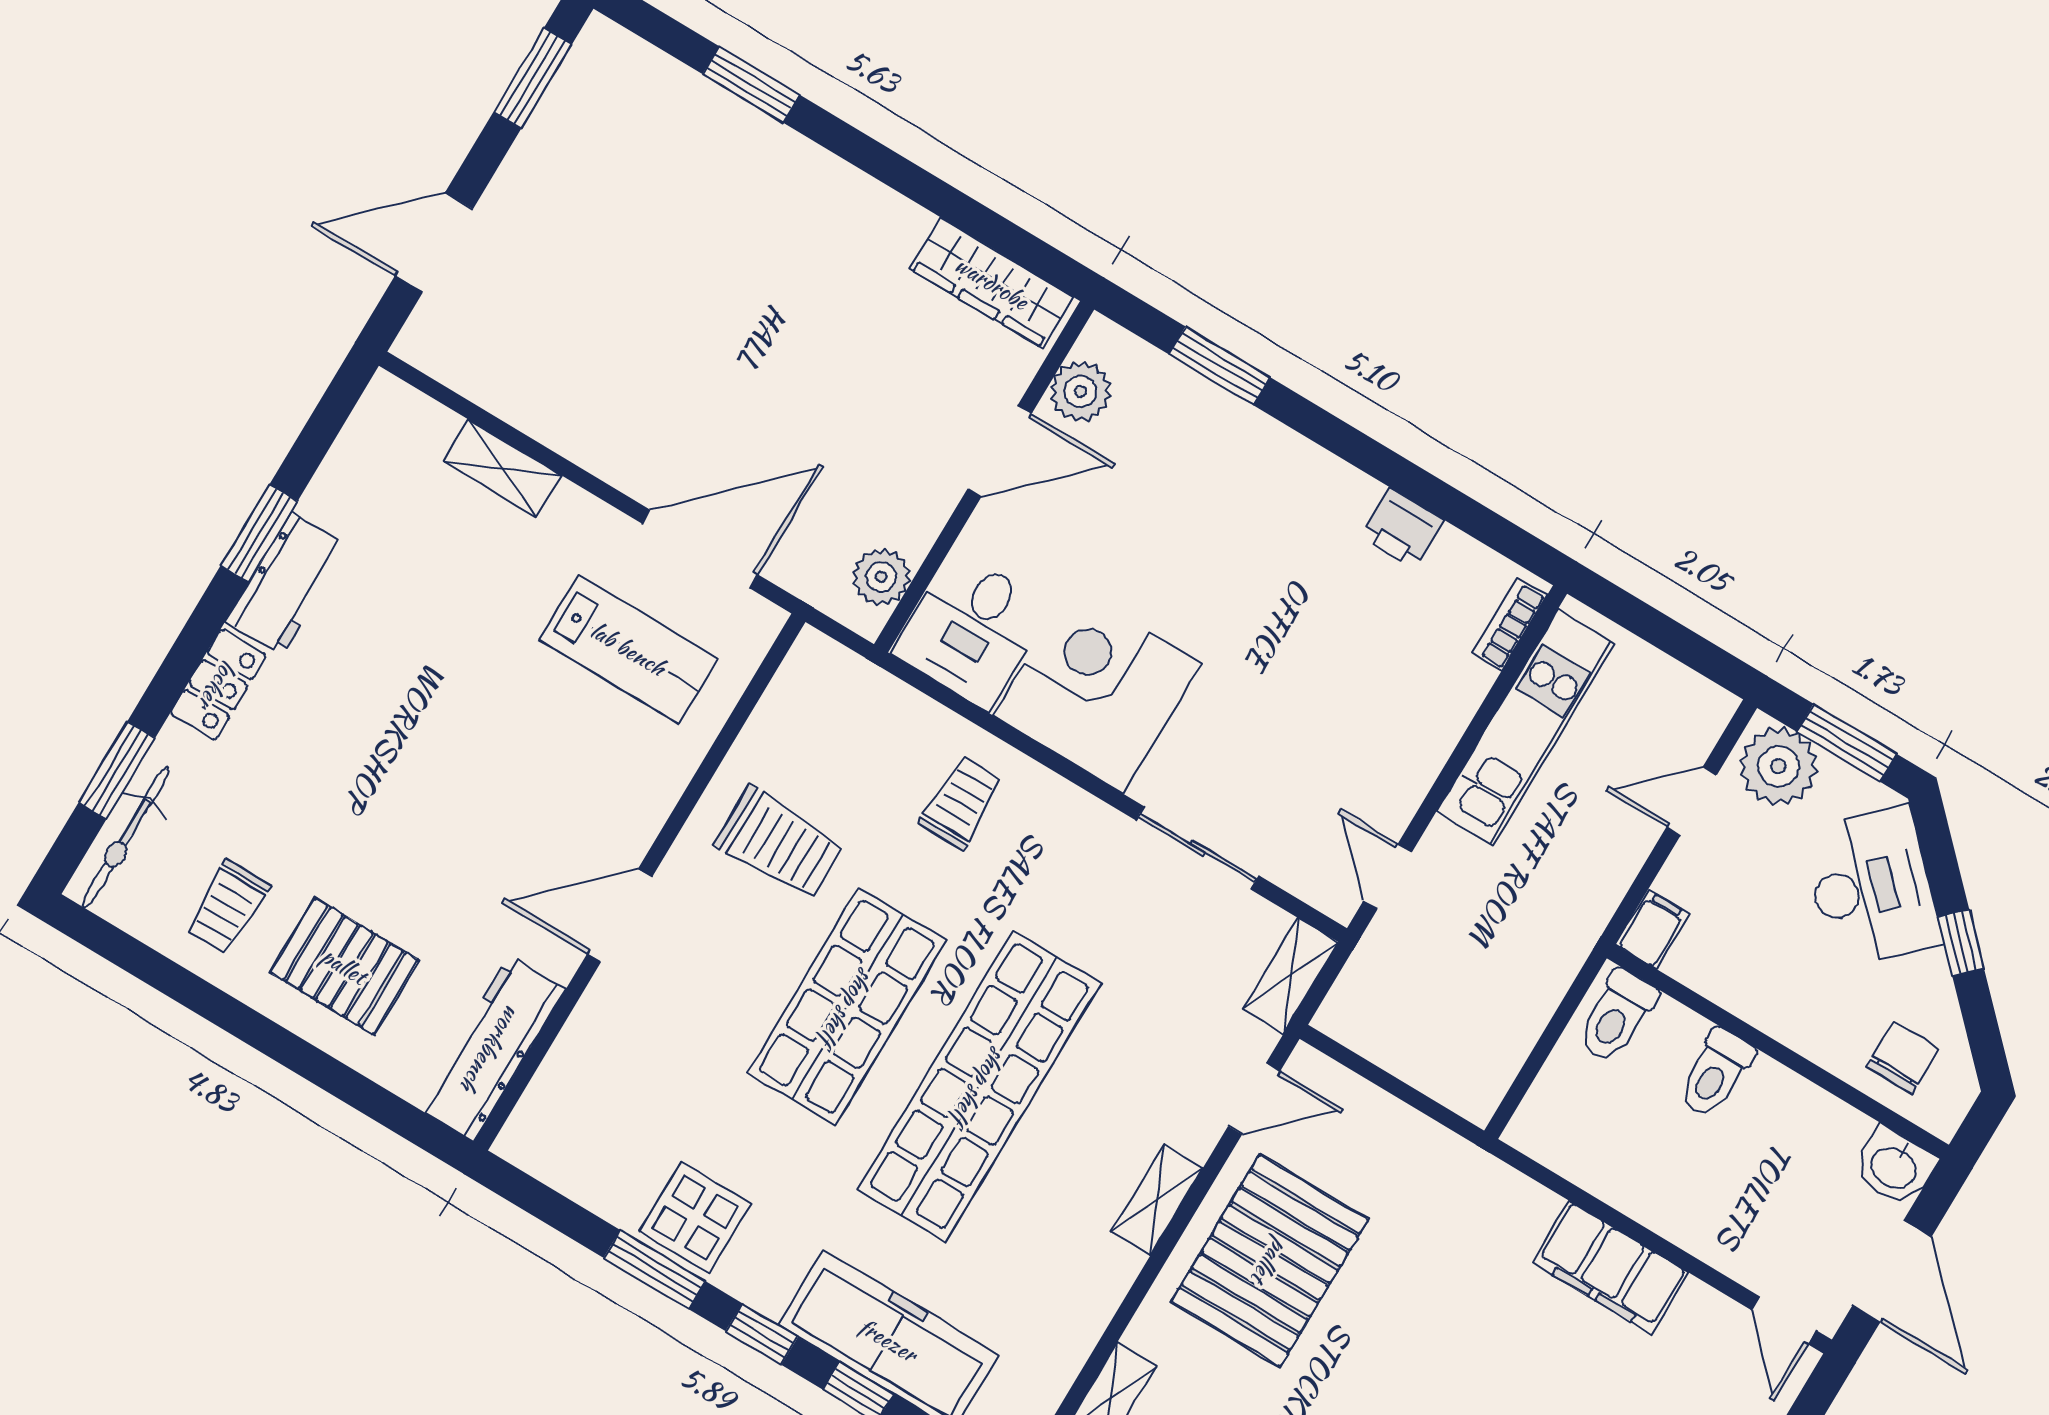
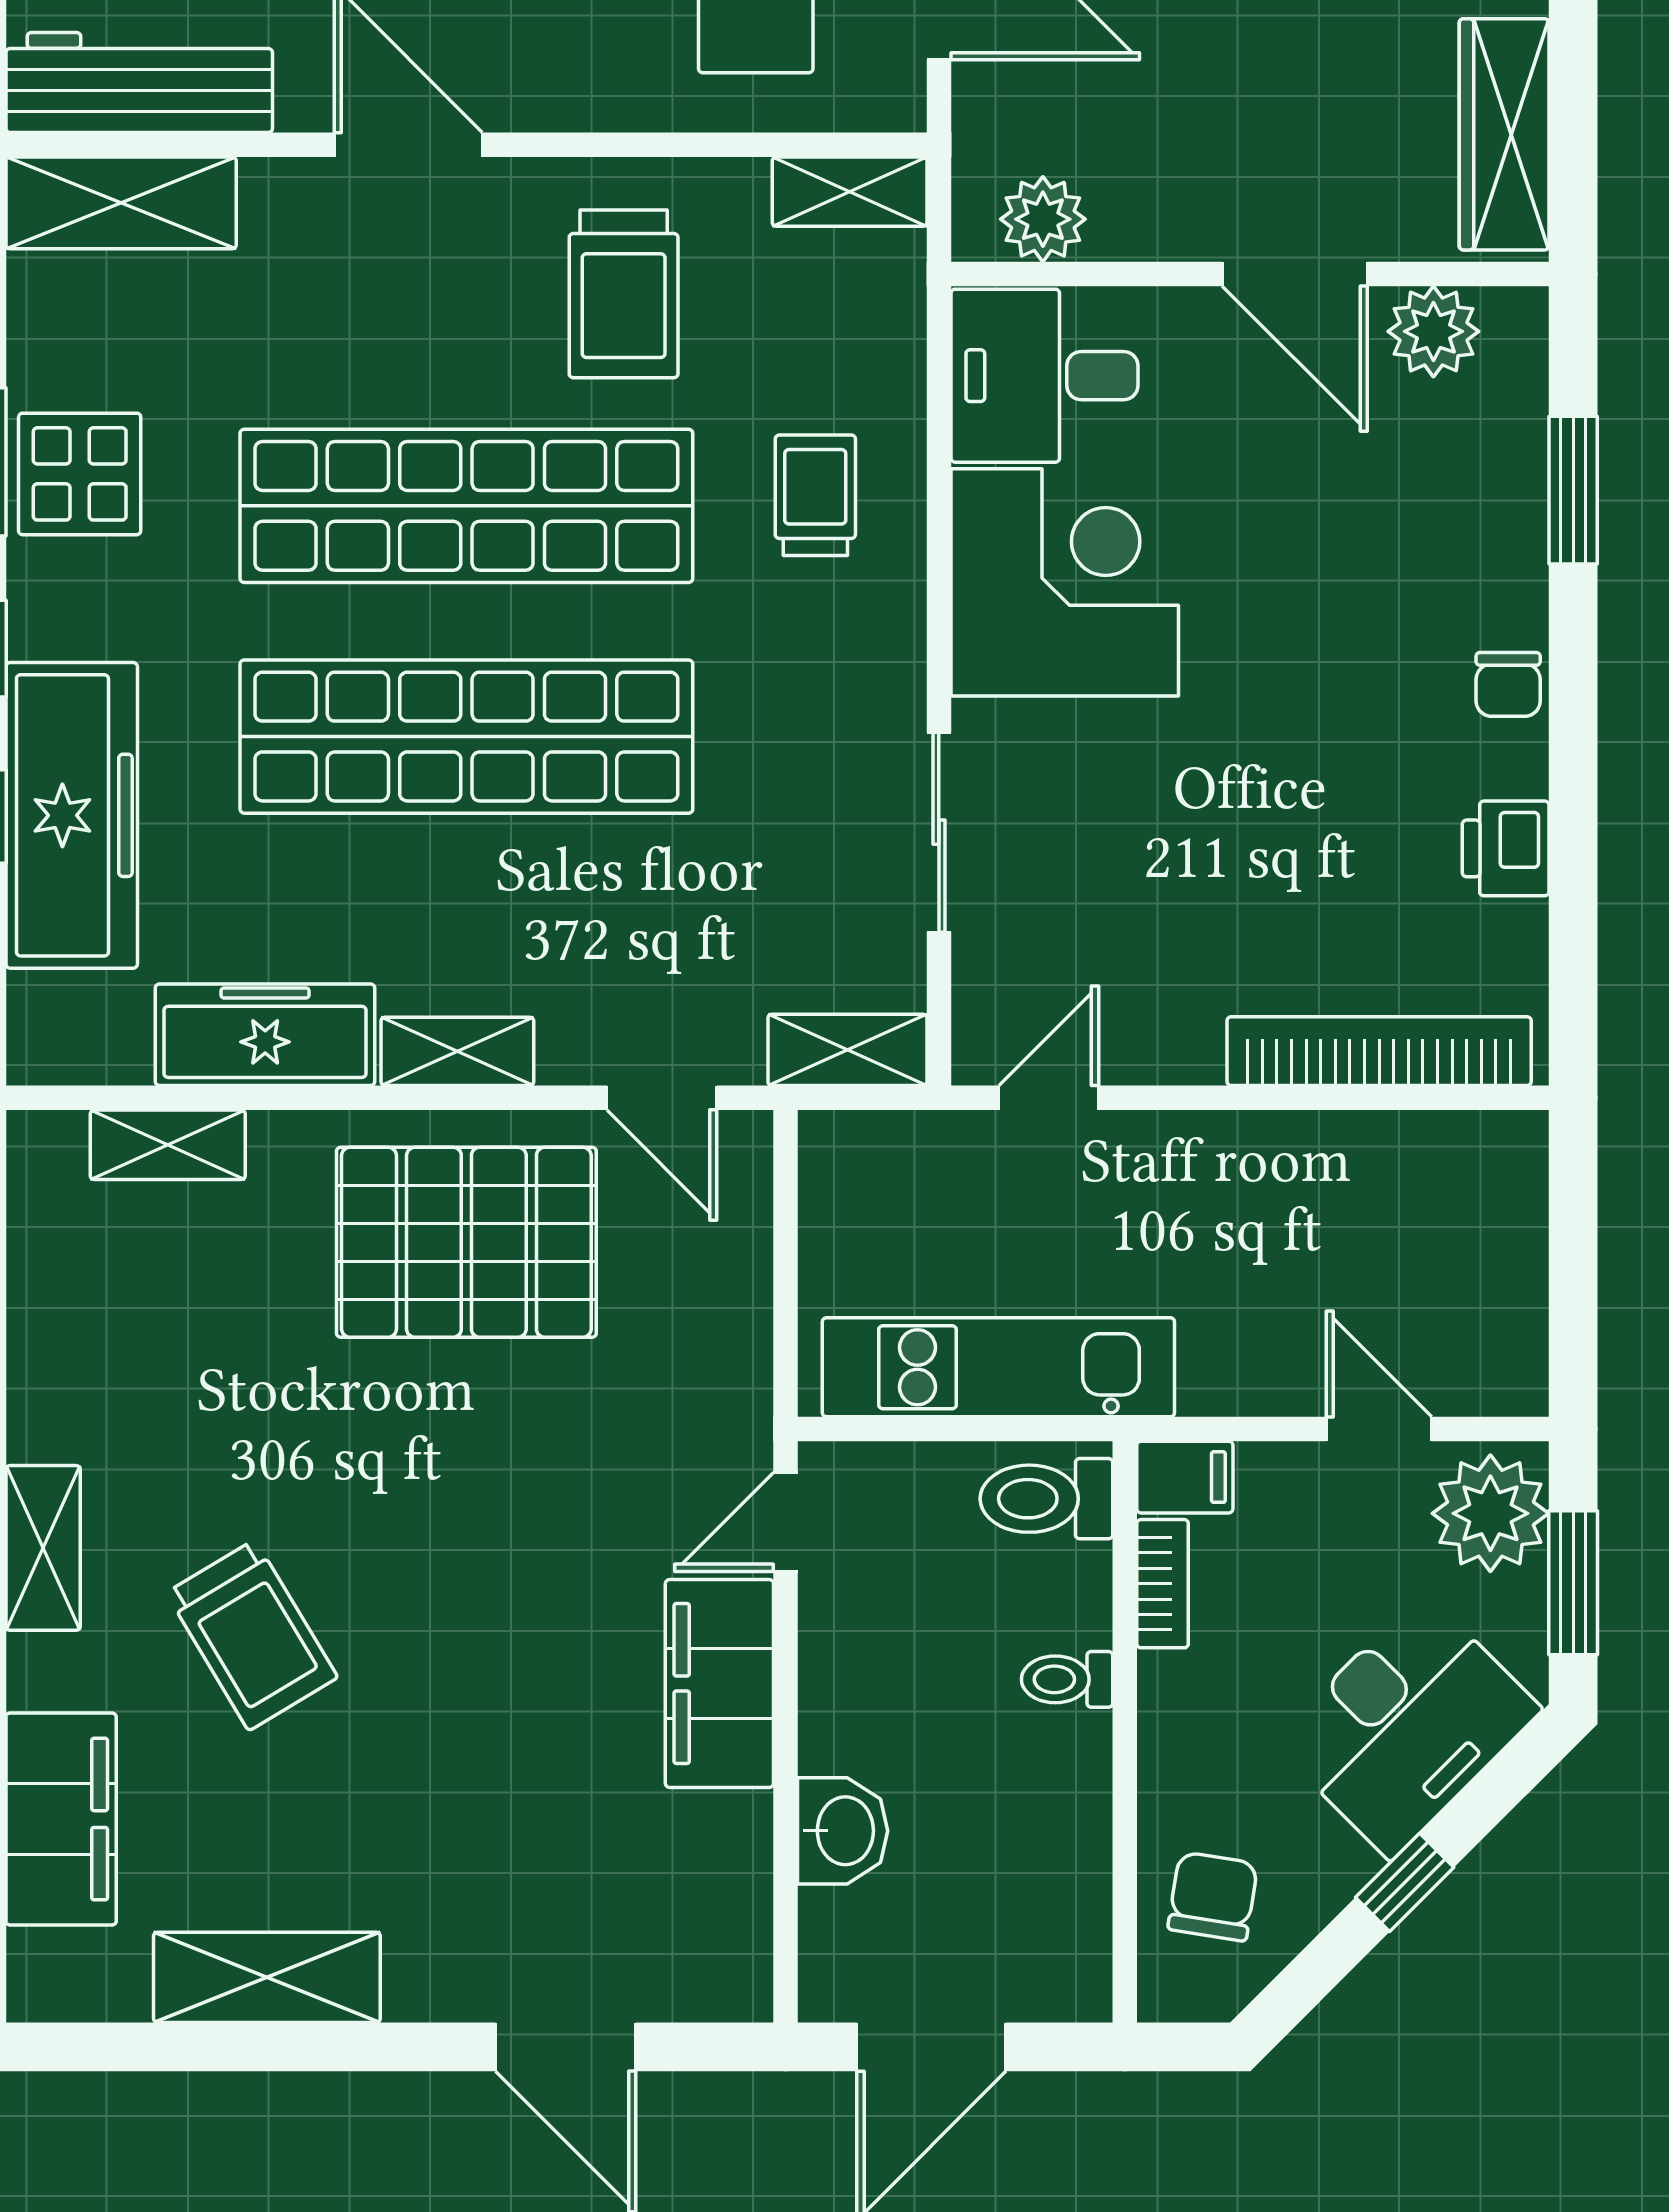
chair: (1309, 470) -> (1508, 684), added
bookcase: (1509, 624) -> (1379, 1051), width x2.31, depth x1.31
shelving: (799, 678) -> (850, 192), added
kitchen unit: (1525, 727) -> (998, 1367), moved, turned 180
trolley: (961, 803) -> (815, 495), turned -90
bookcase: (1706, 979) -> (1163, 1584), added
shop shelf: (847, 1007) -> (466, 506), width x1.40
chair: (1903, 1058) -> (1213, 1896), turned -81
toilet: (1716, 1073) -> (1067, 1679), width x0.73, depth x0.72
shelving: (554, 1100) -> (121, 203), added
washbasin: (1894, 1166) -> (843, 1831), moved, turned 180
freezer: (1081, 1305) -> (265, 1035), added
door: (1784, 1320) -> (785, 1522), moved

